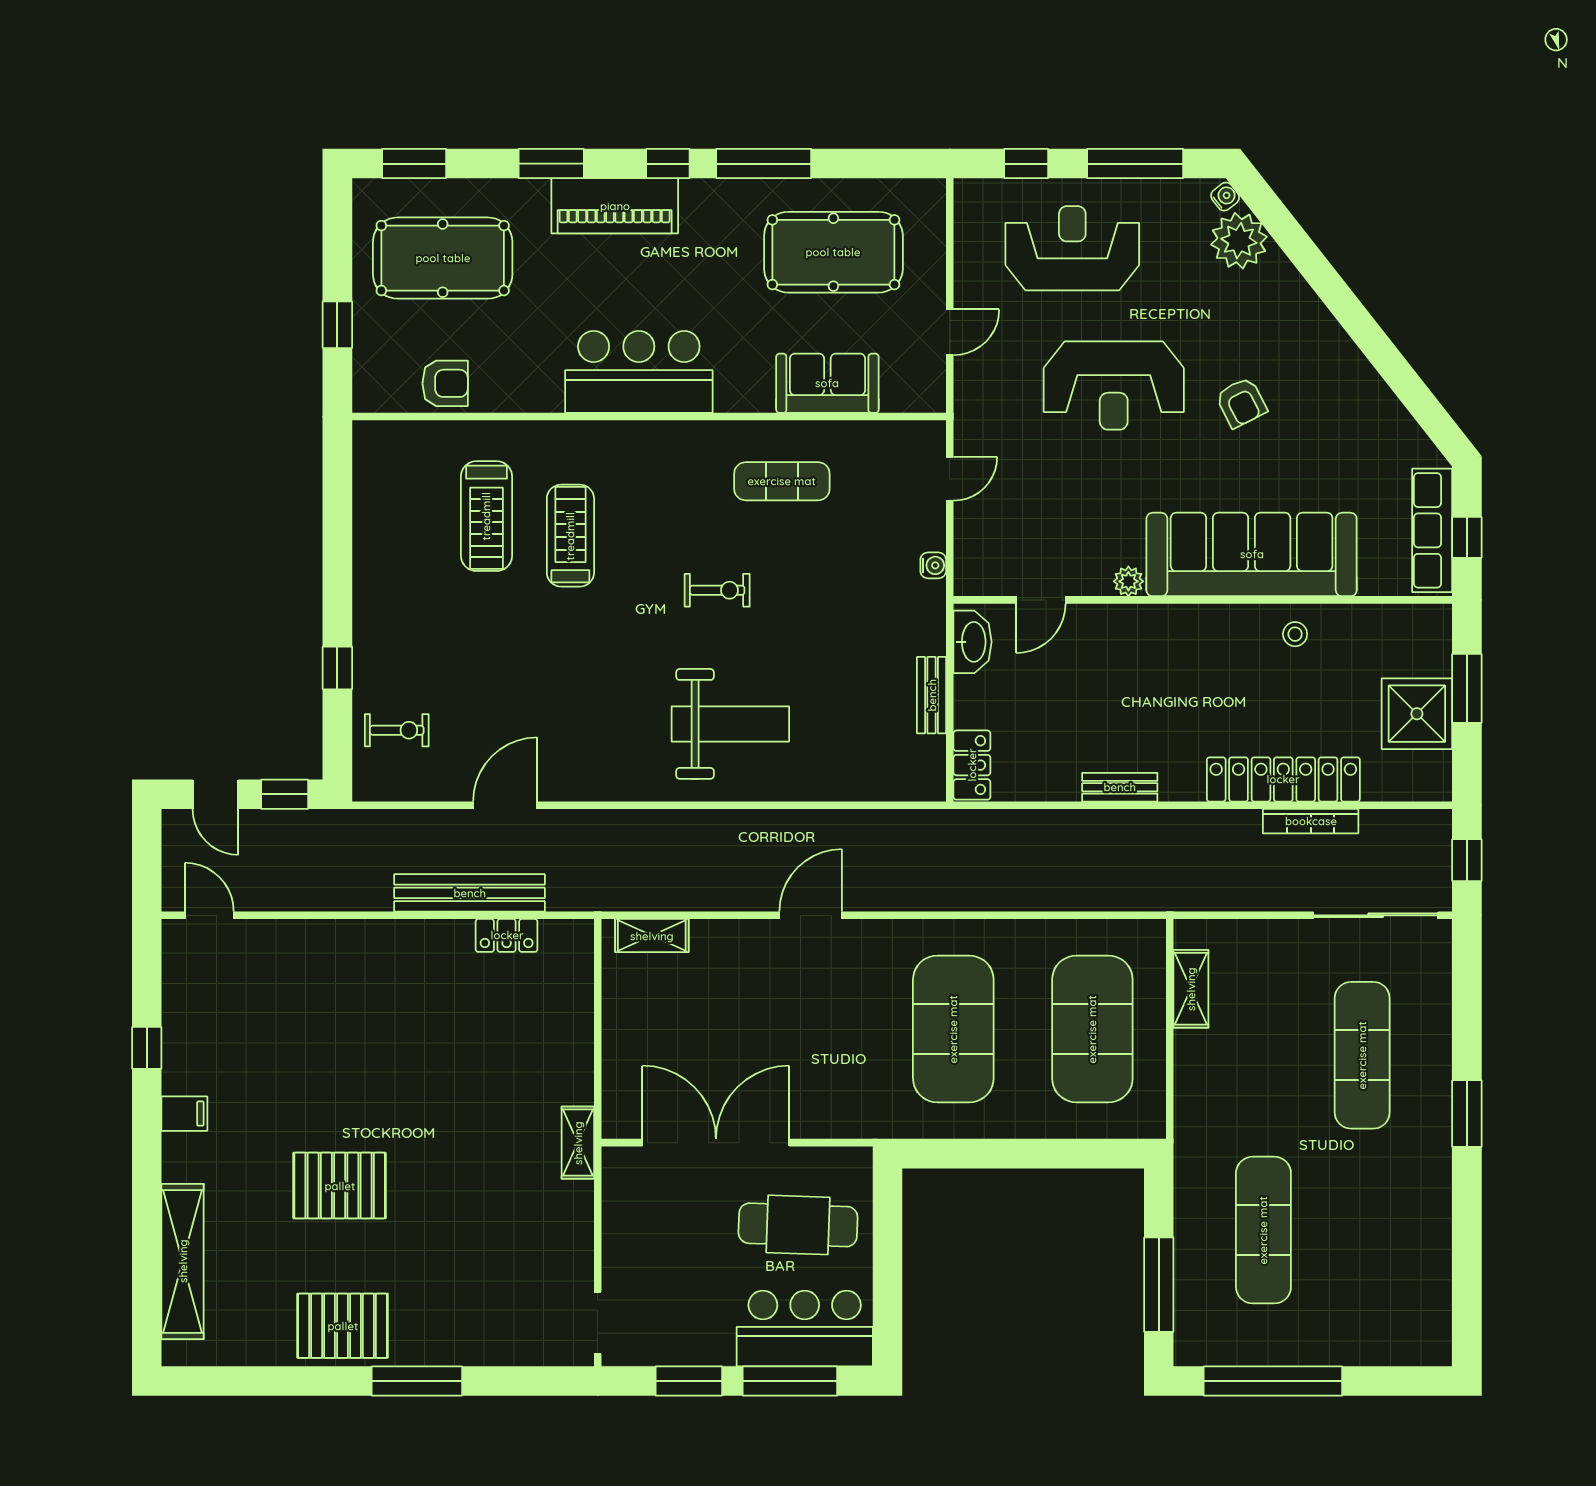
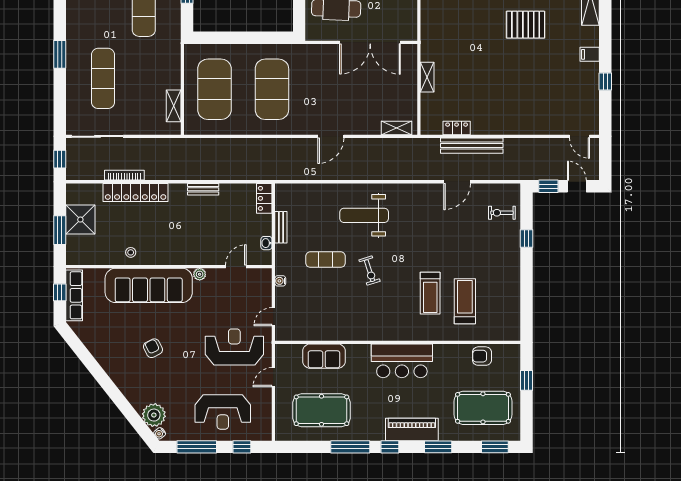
reception desk: (1114, 386) -> (234, 347), moved
exercise mat: (782, 481) -> (326, 260), moved
exercise bike: (717, 590) -> (370, 271), turned -108
washbasin: (973, 642) -> (266, 243), width x0.52, depth x0.69
shelving: (578, 1143) -> (427, 77), moved

